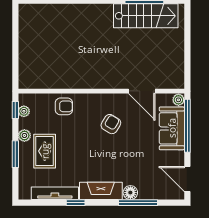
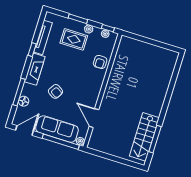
door: (142, 91) -> (94, 118), hinge flipped
armchair: (111, 124) -> (56, 91), moved
sofa: (172, 128) -> (57, 129), width x1.36
floor lamp: (130, 193) -> (24, 101), moved

